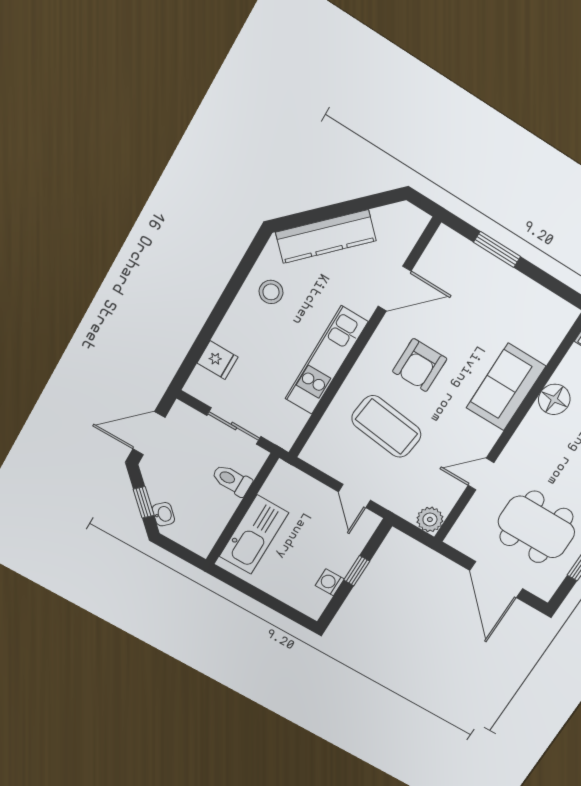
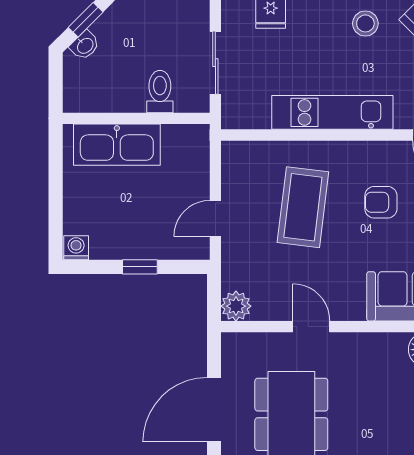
armchair: (420, 365) -> (381, 202), width x0.72, depth x0.72
washing machine: (330, 582) -> (76, 248), moved

